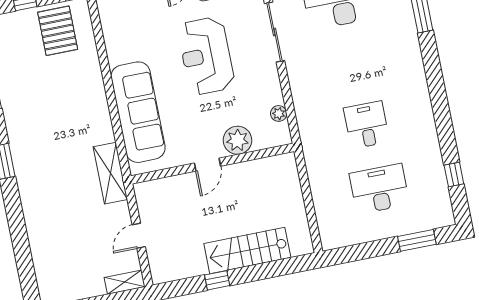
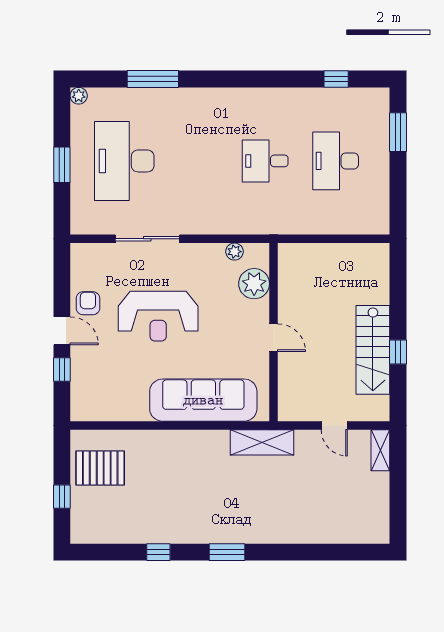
plant: (237, 140) -> (254, 284), moved
stairs: (247, 251) -> (373, 350), moved

